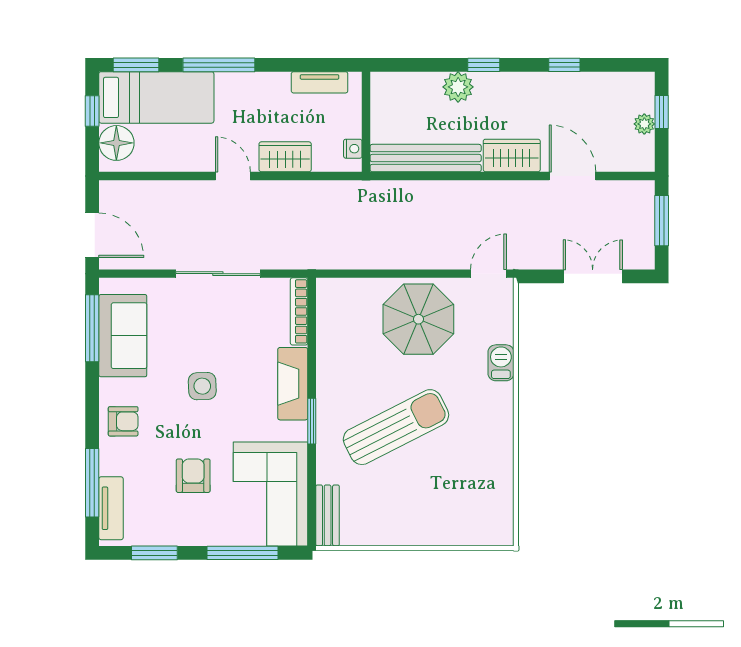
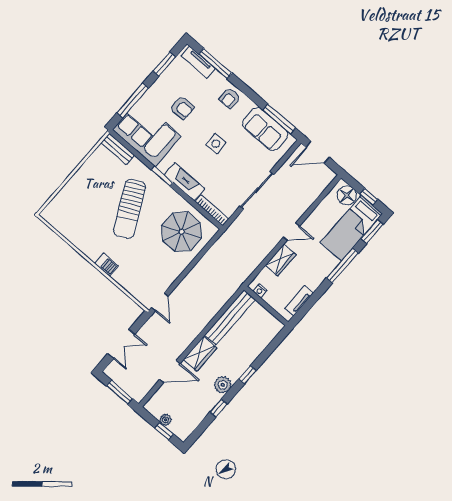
plant: (458, 87) -> (223, 385), moved
parasol: (418, 319) -> (182, 232), moved
barbecue: (501, 363) -> (106, 265), moved

